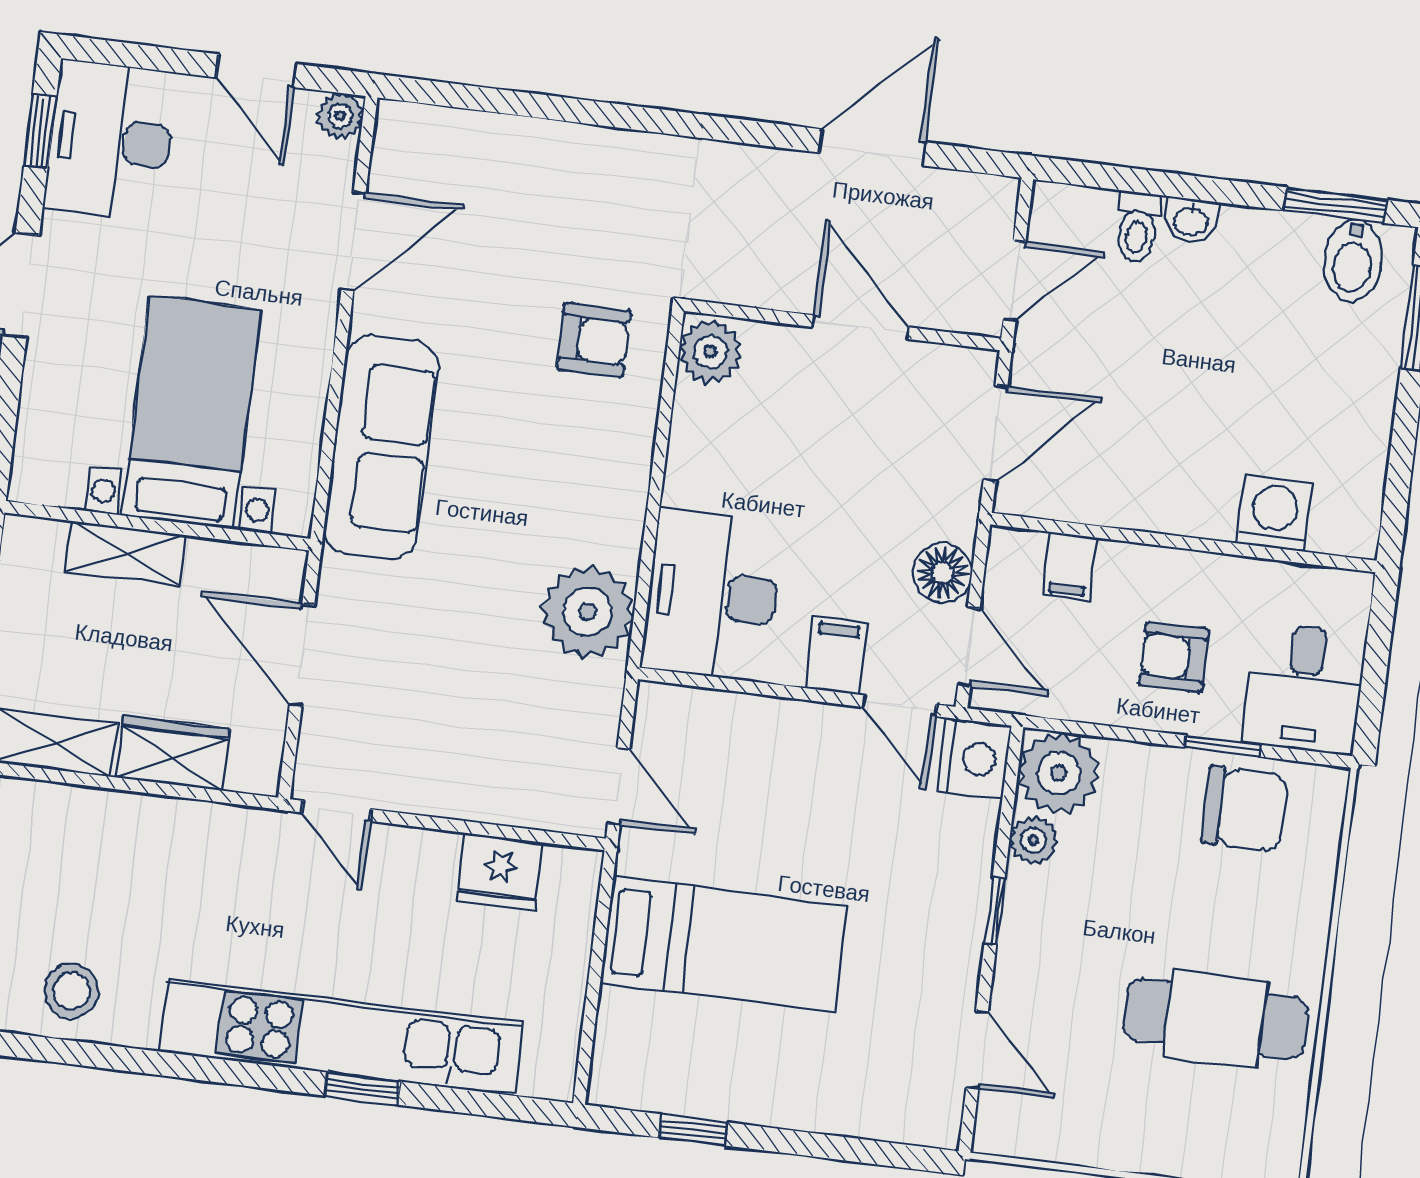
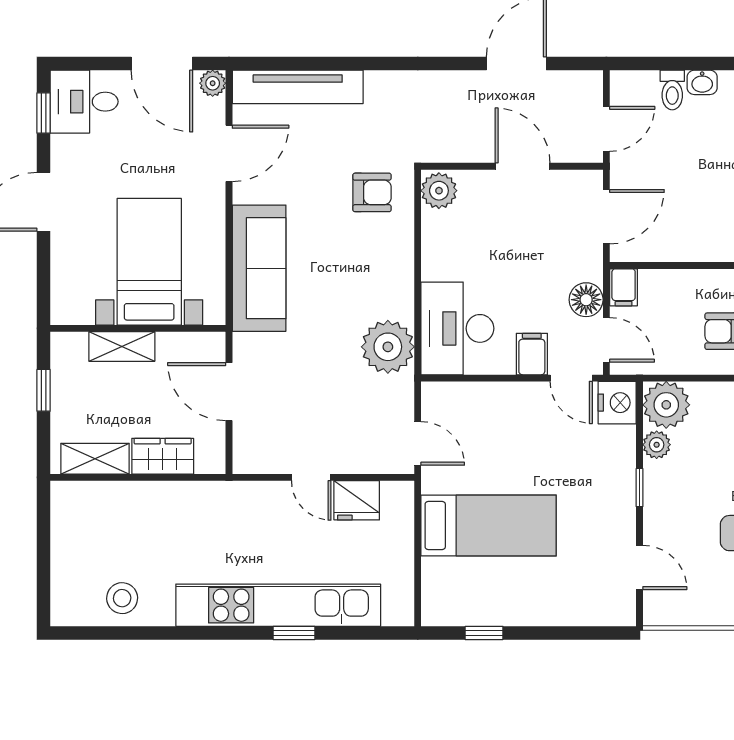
door: (256, 71) -> (162, 64), width x1.38
desk: (111, 140) -> (84, 102), width x0.73
tv unit: (487, 141) -> (298, 87), added
filing cabinet: (1069, 567) -> (624, 287), moved
door: (337, 811) -> (311, 477), moved

